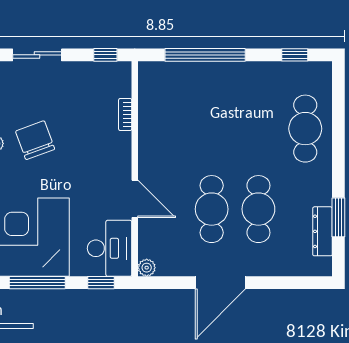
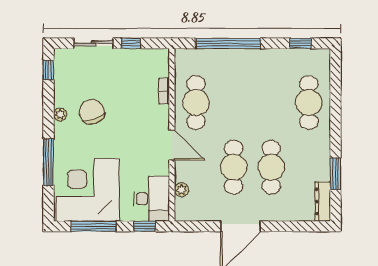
window: (105, 55) -> (131, 43), moved
cafe table: (165, 129) -> (196, 103), added
door: (135, 199) -> (172, 145), moved
dresser: (323, 231) -> (323, 201), moved
plant: (147, 268) -> (181, 190), moved

